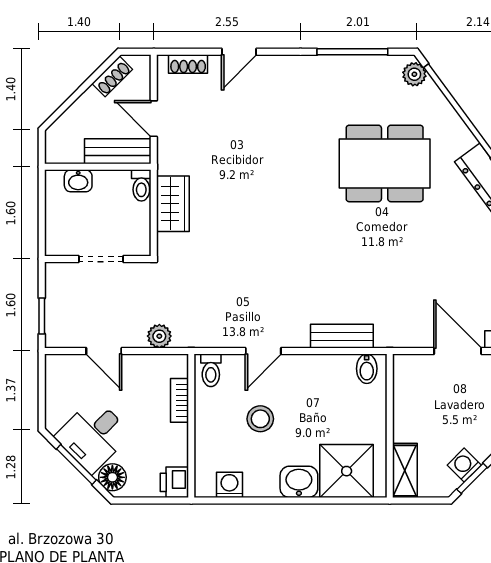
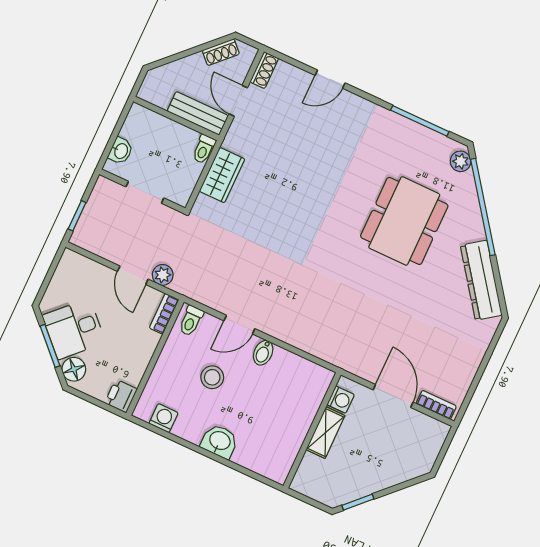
shoe rack: (188, 64) -> (264, 70), moved, turned -90
dining table: (385, 163) -> (404, 221), turned 90
washbasin: (78, 181) -> (121, 151), moved, turned -90
bench: (342, 336) -> (307, 342), removed
door: (104, 351) -> (133, 275), moved
bidet: (367, 369) -> (263, 353), moved
bookcase: (180, 400) -> (164, 314), moved
washing machine: (464, 465) -> (341, 400), moved, turned 135
shower: (347, 471) -> (261, 450), removed
shelving: (405, 471) -> (325, 433), moved

